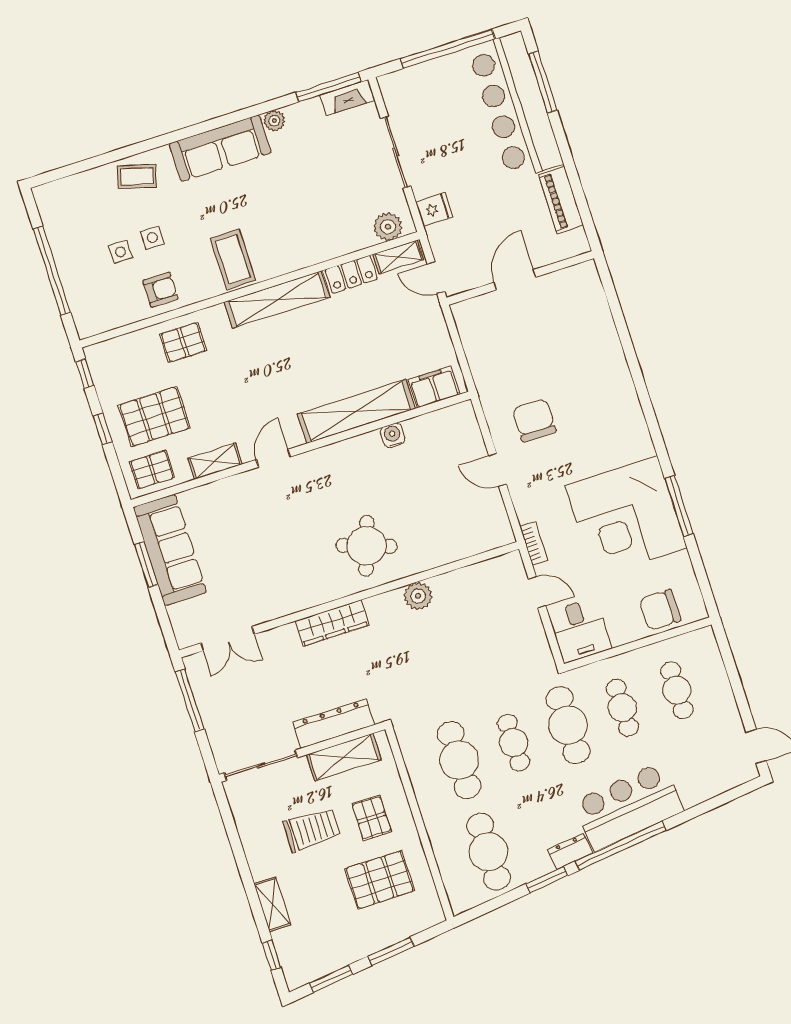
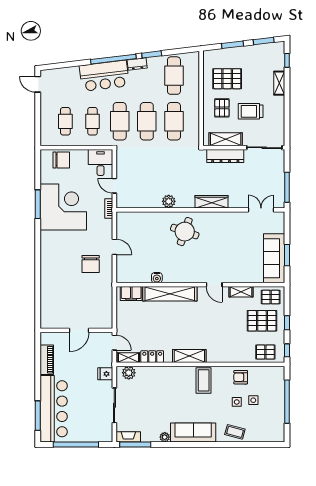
shelving: (277, 299) -> (189, 356), width x0.68
pallet: (183, 342) -> (265, 352), moved
door: (273, 458) -> (214, 285), hinge flipped
cafe table: (514, 743) -> (147, 121), width x1.37, depth x1.35

